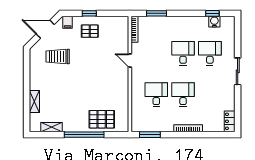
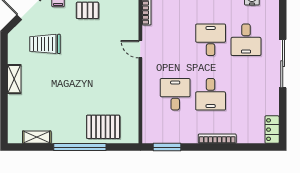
desk: (210, 53) -> (246, 40), turned 180
sliding door: (238, 71) -> (283, 64), width x1.37
desk: (183, 95) -> (211, 94), turned 180
shelving: (34, 102) -> (14, 79), moved

